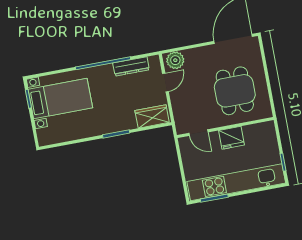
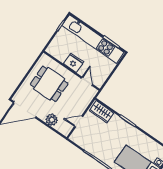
plant: (175, 60) -> (52, 120), moved
dresser: (131, 66) -> (87, 146), removed
dining table: (235, 91) -> (49, 84), turned 90

